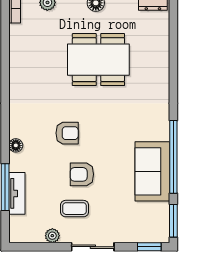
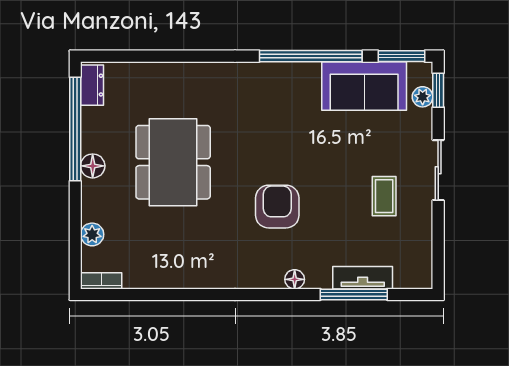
armchair: (67, 133) -> (277, 207), width x1.38, depth x1.38
sofa: (152, 171) -> (364, 86), moved
armchair: (82, 174) -> (336, 186), removed
plant: (52, 236) -> (423, 97), moved

